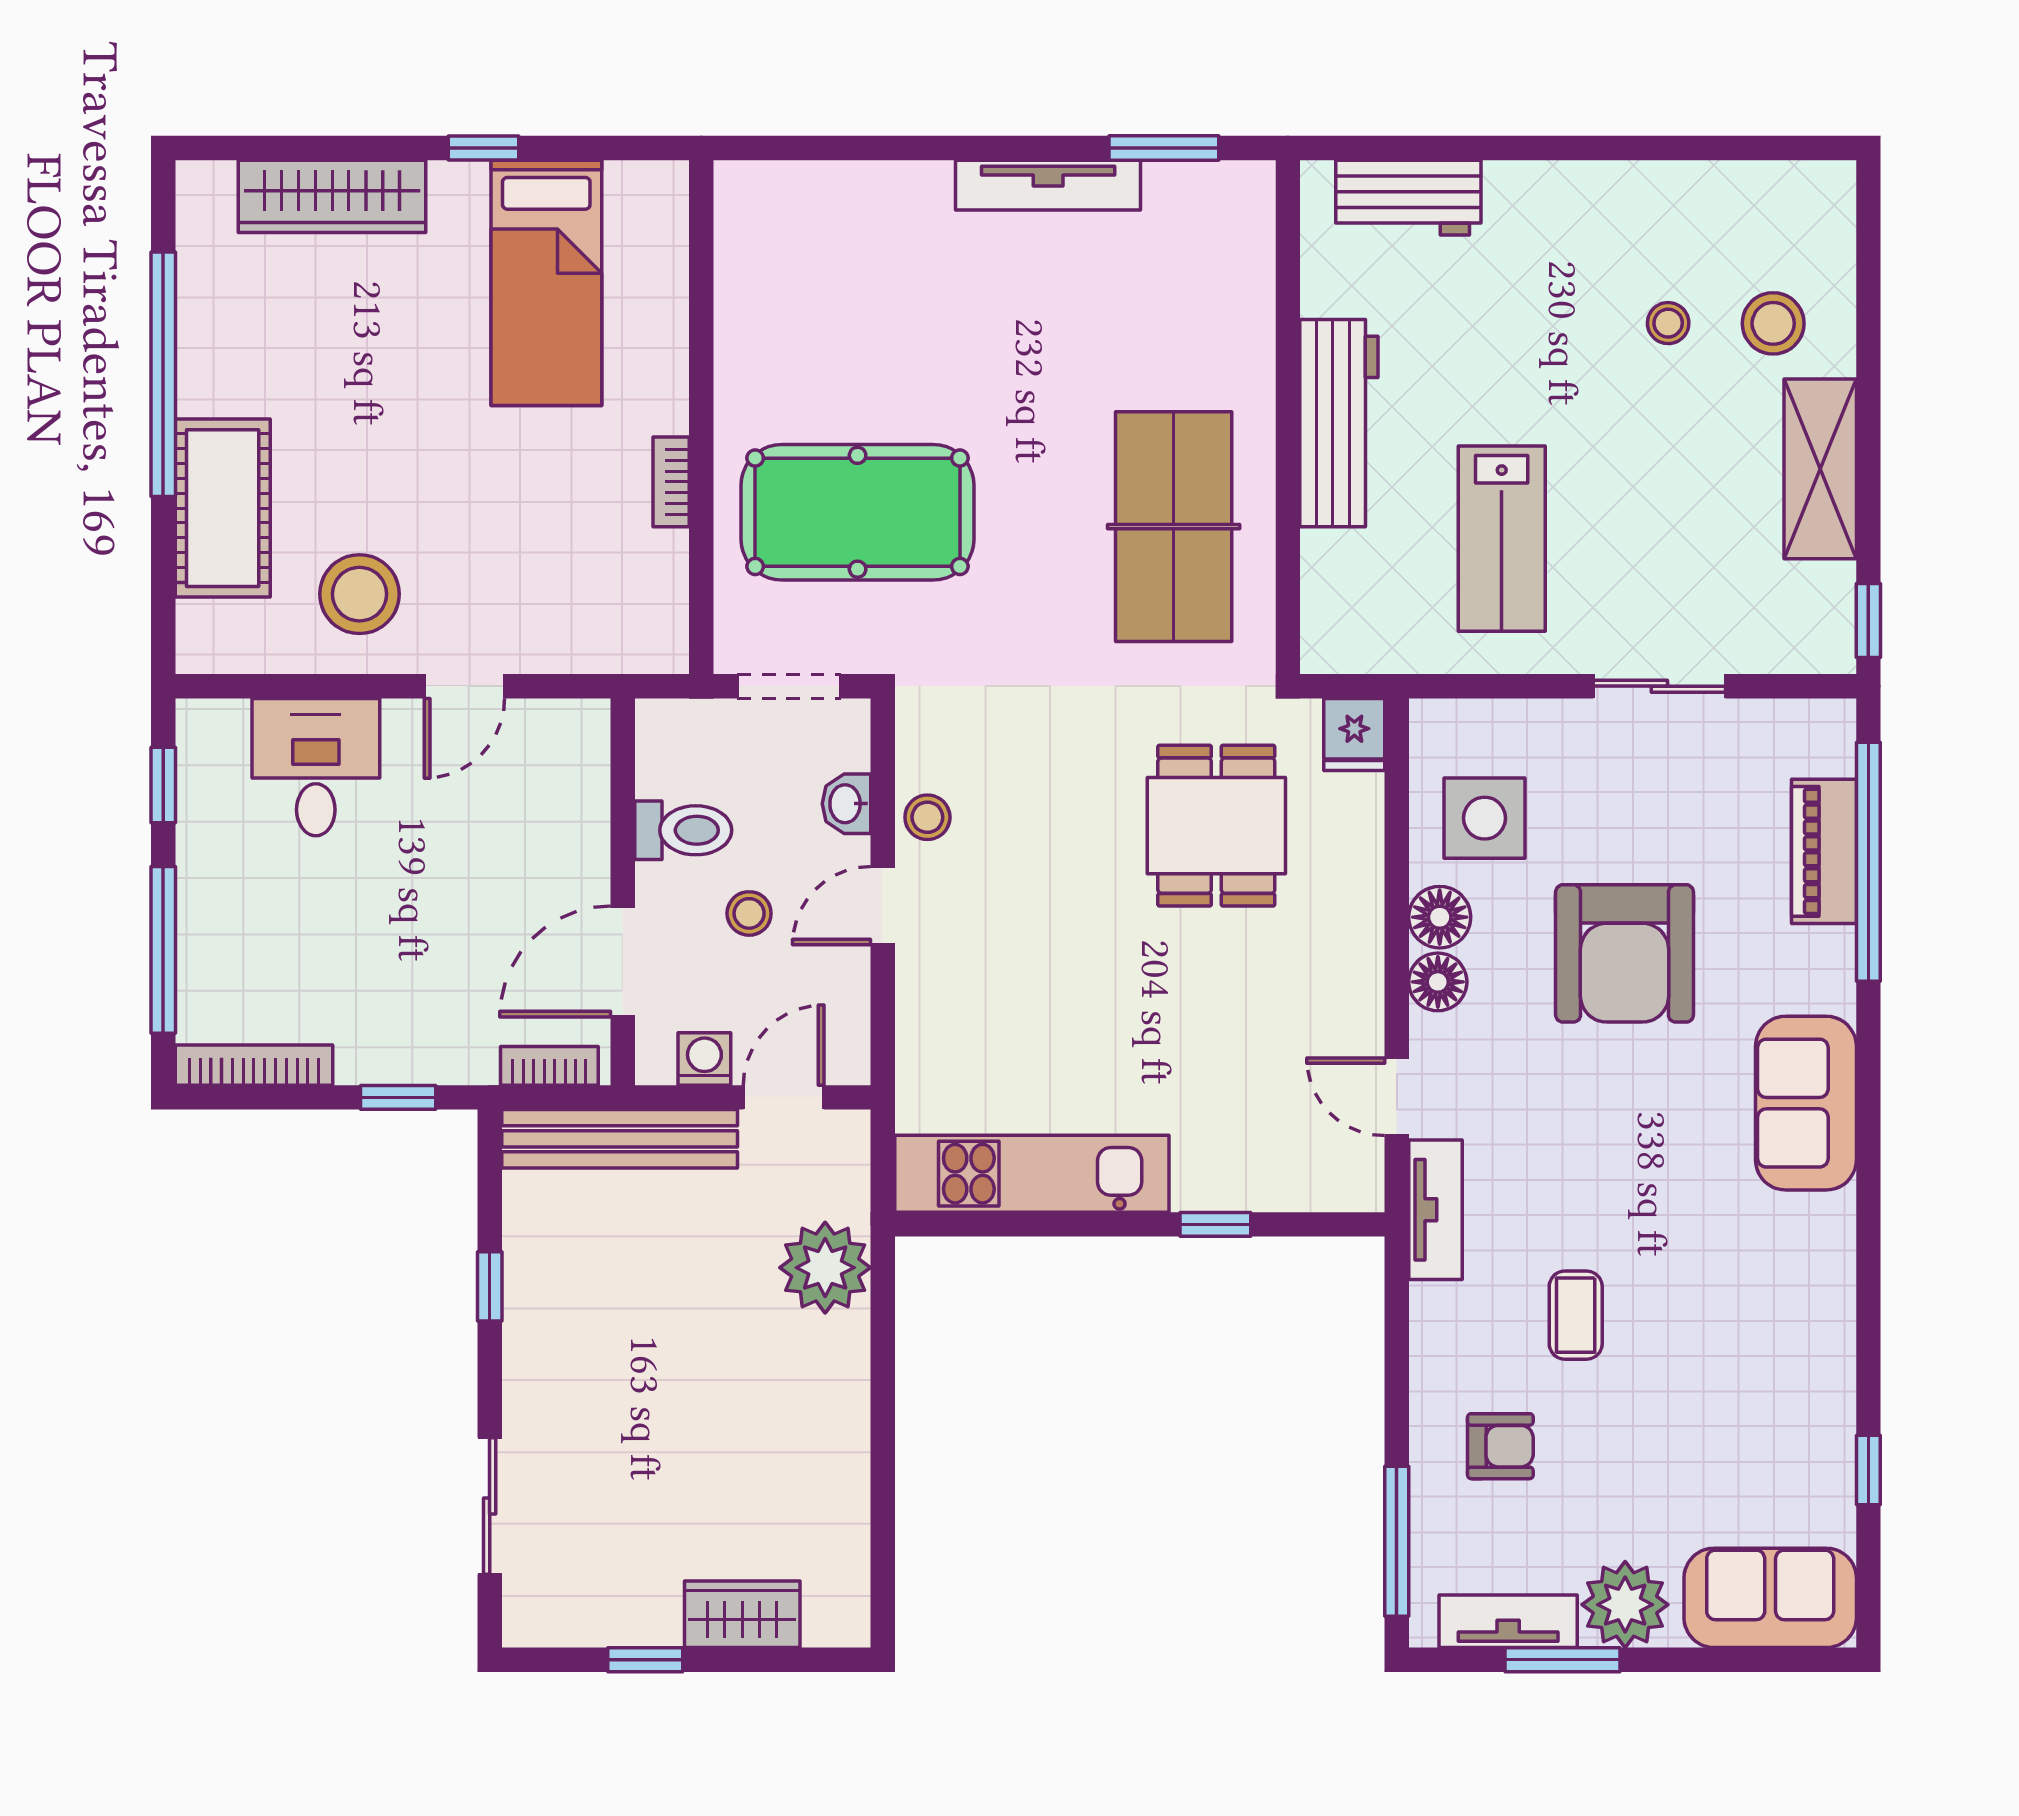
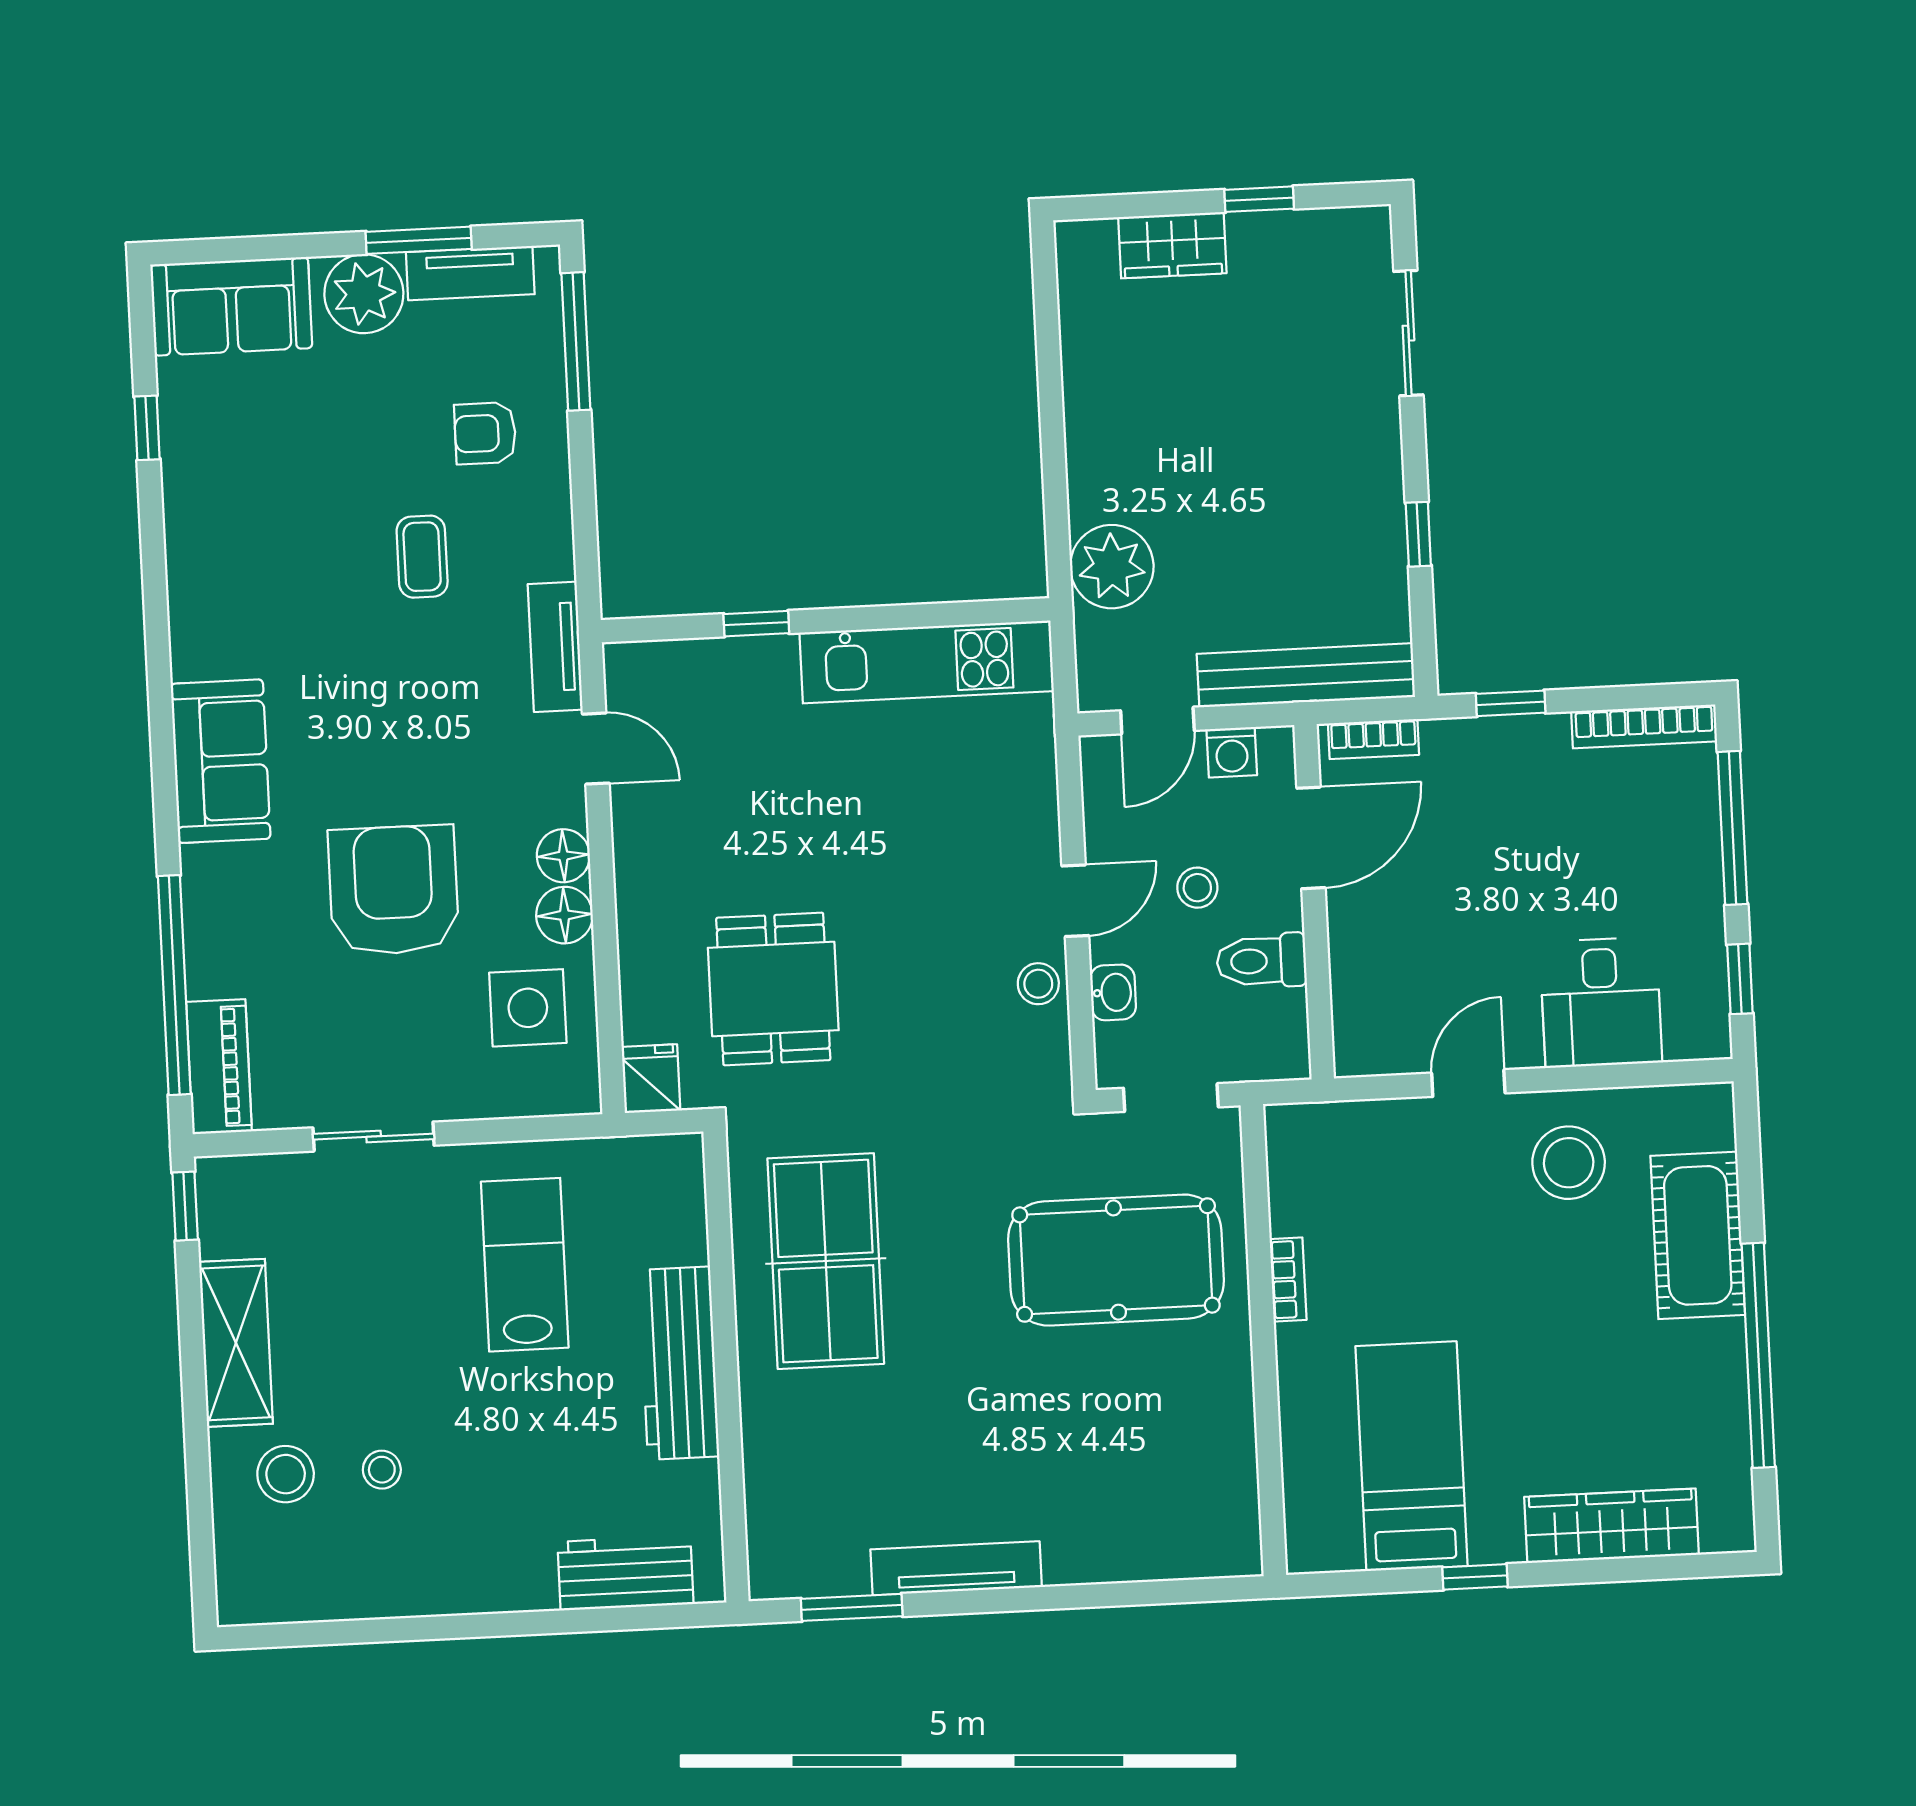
piano: (1824, 851) -> (219, 1067), moved

